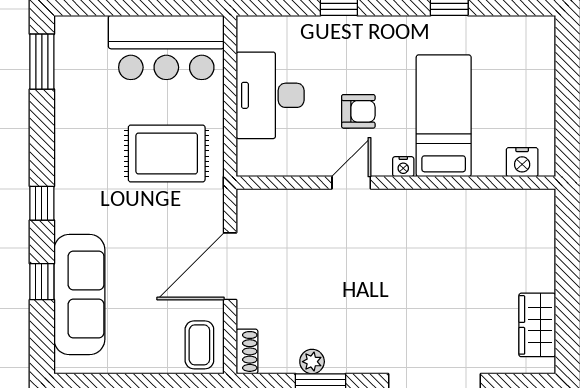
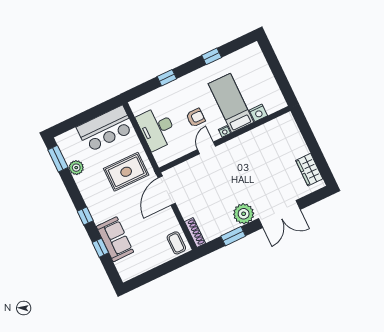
plant: (70, 97) -> (76, 168), added
nightstand: (522, 162) -> (258, 113), moved
door: (230, 266) -> (167, 191), moved
sofa: (79, 294) -> (115, 239), width x0.73
shoe rack: (247, 351) -> (195, 232), width x1.43
plant: (312, 362) -> (244, 214), moved, width x1.87, depth x1.87

